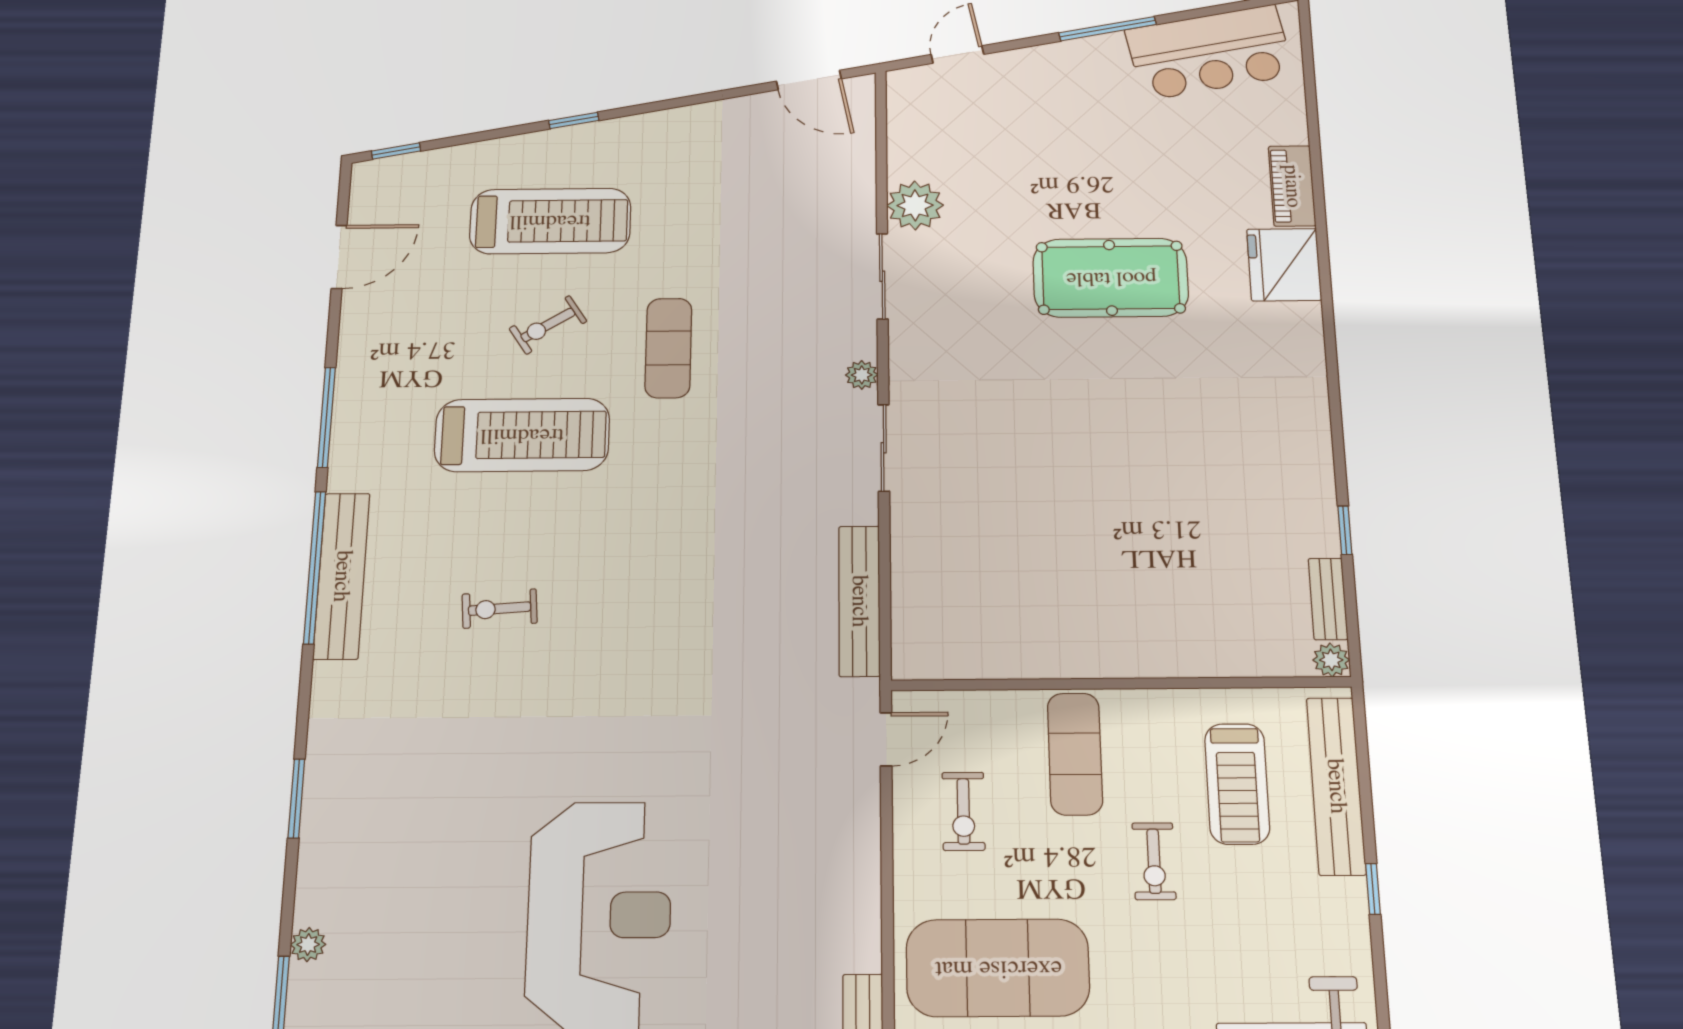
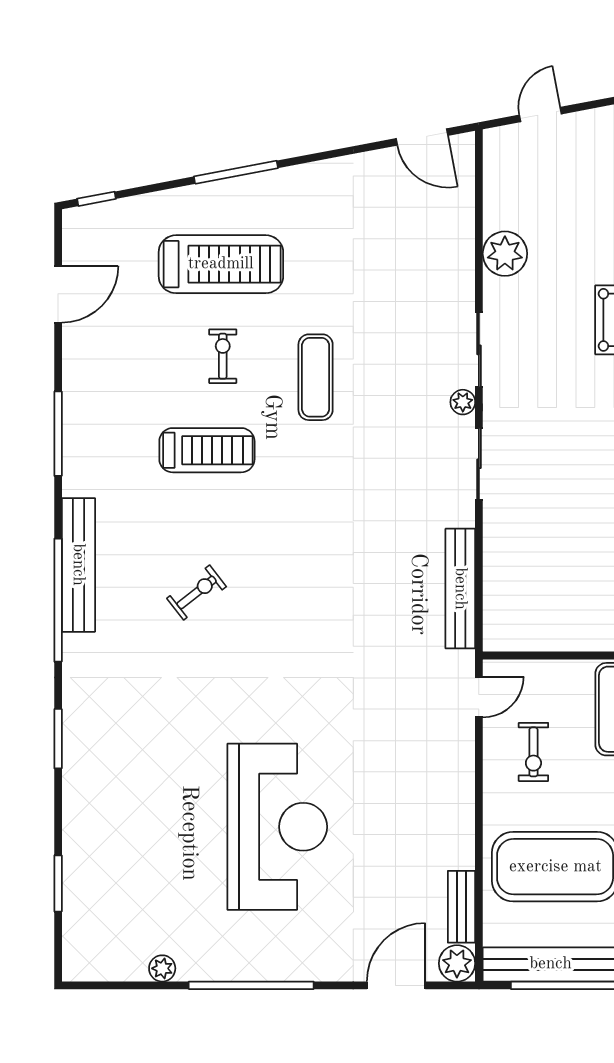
window: (574, 121) -> (236, 172), width x2.17
sliding door: (882, 276) -> (479, 350), moved
exercise bike: (548, 325) -> (223, 356), turned 122
treadmill: (522, 435) -> (207, 450), width x0.73, depth x0.73
window: (315, 567) -> (58, 600), moved
exercise bike: (500, 609) -> (197, 592), turned 146
plant: (308, 945) -> (74, 847), removed

